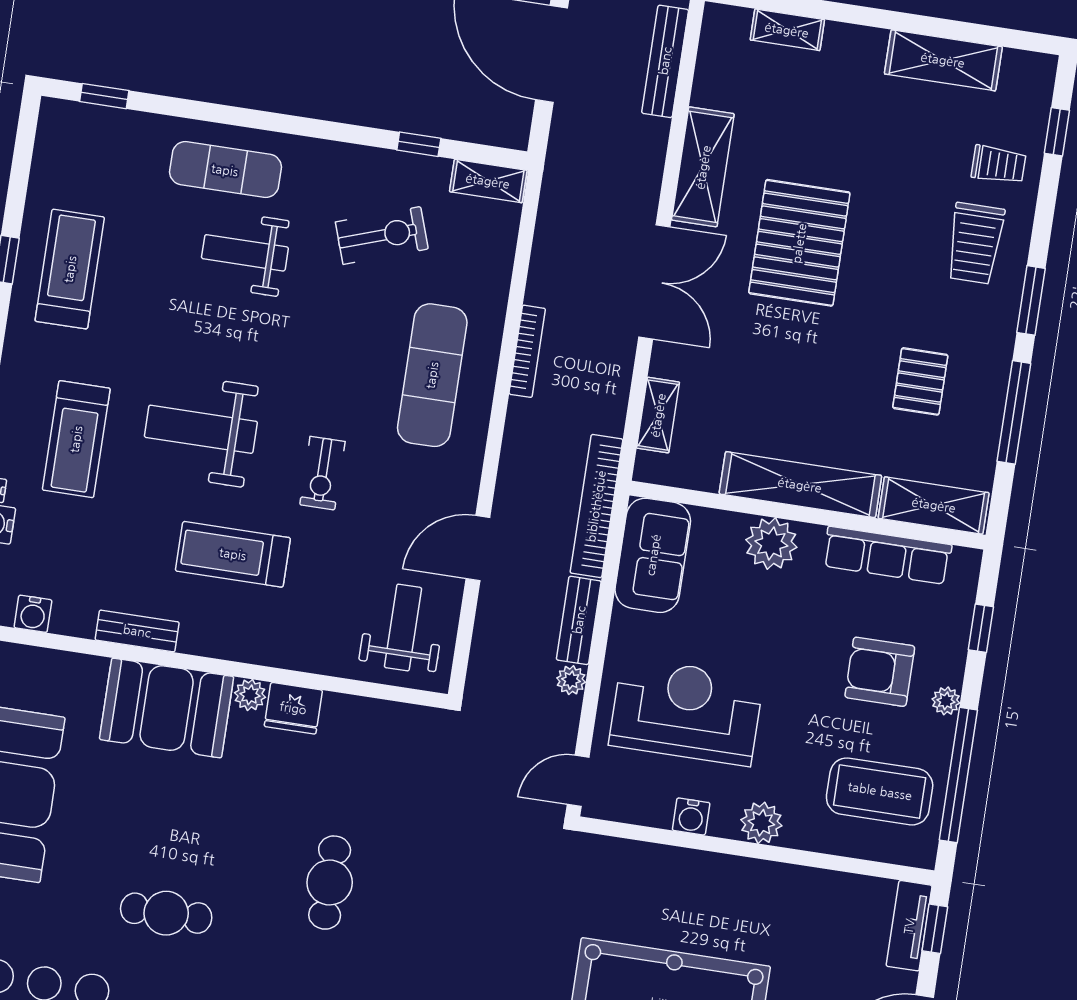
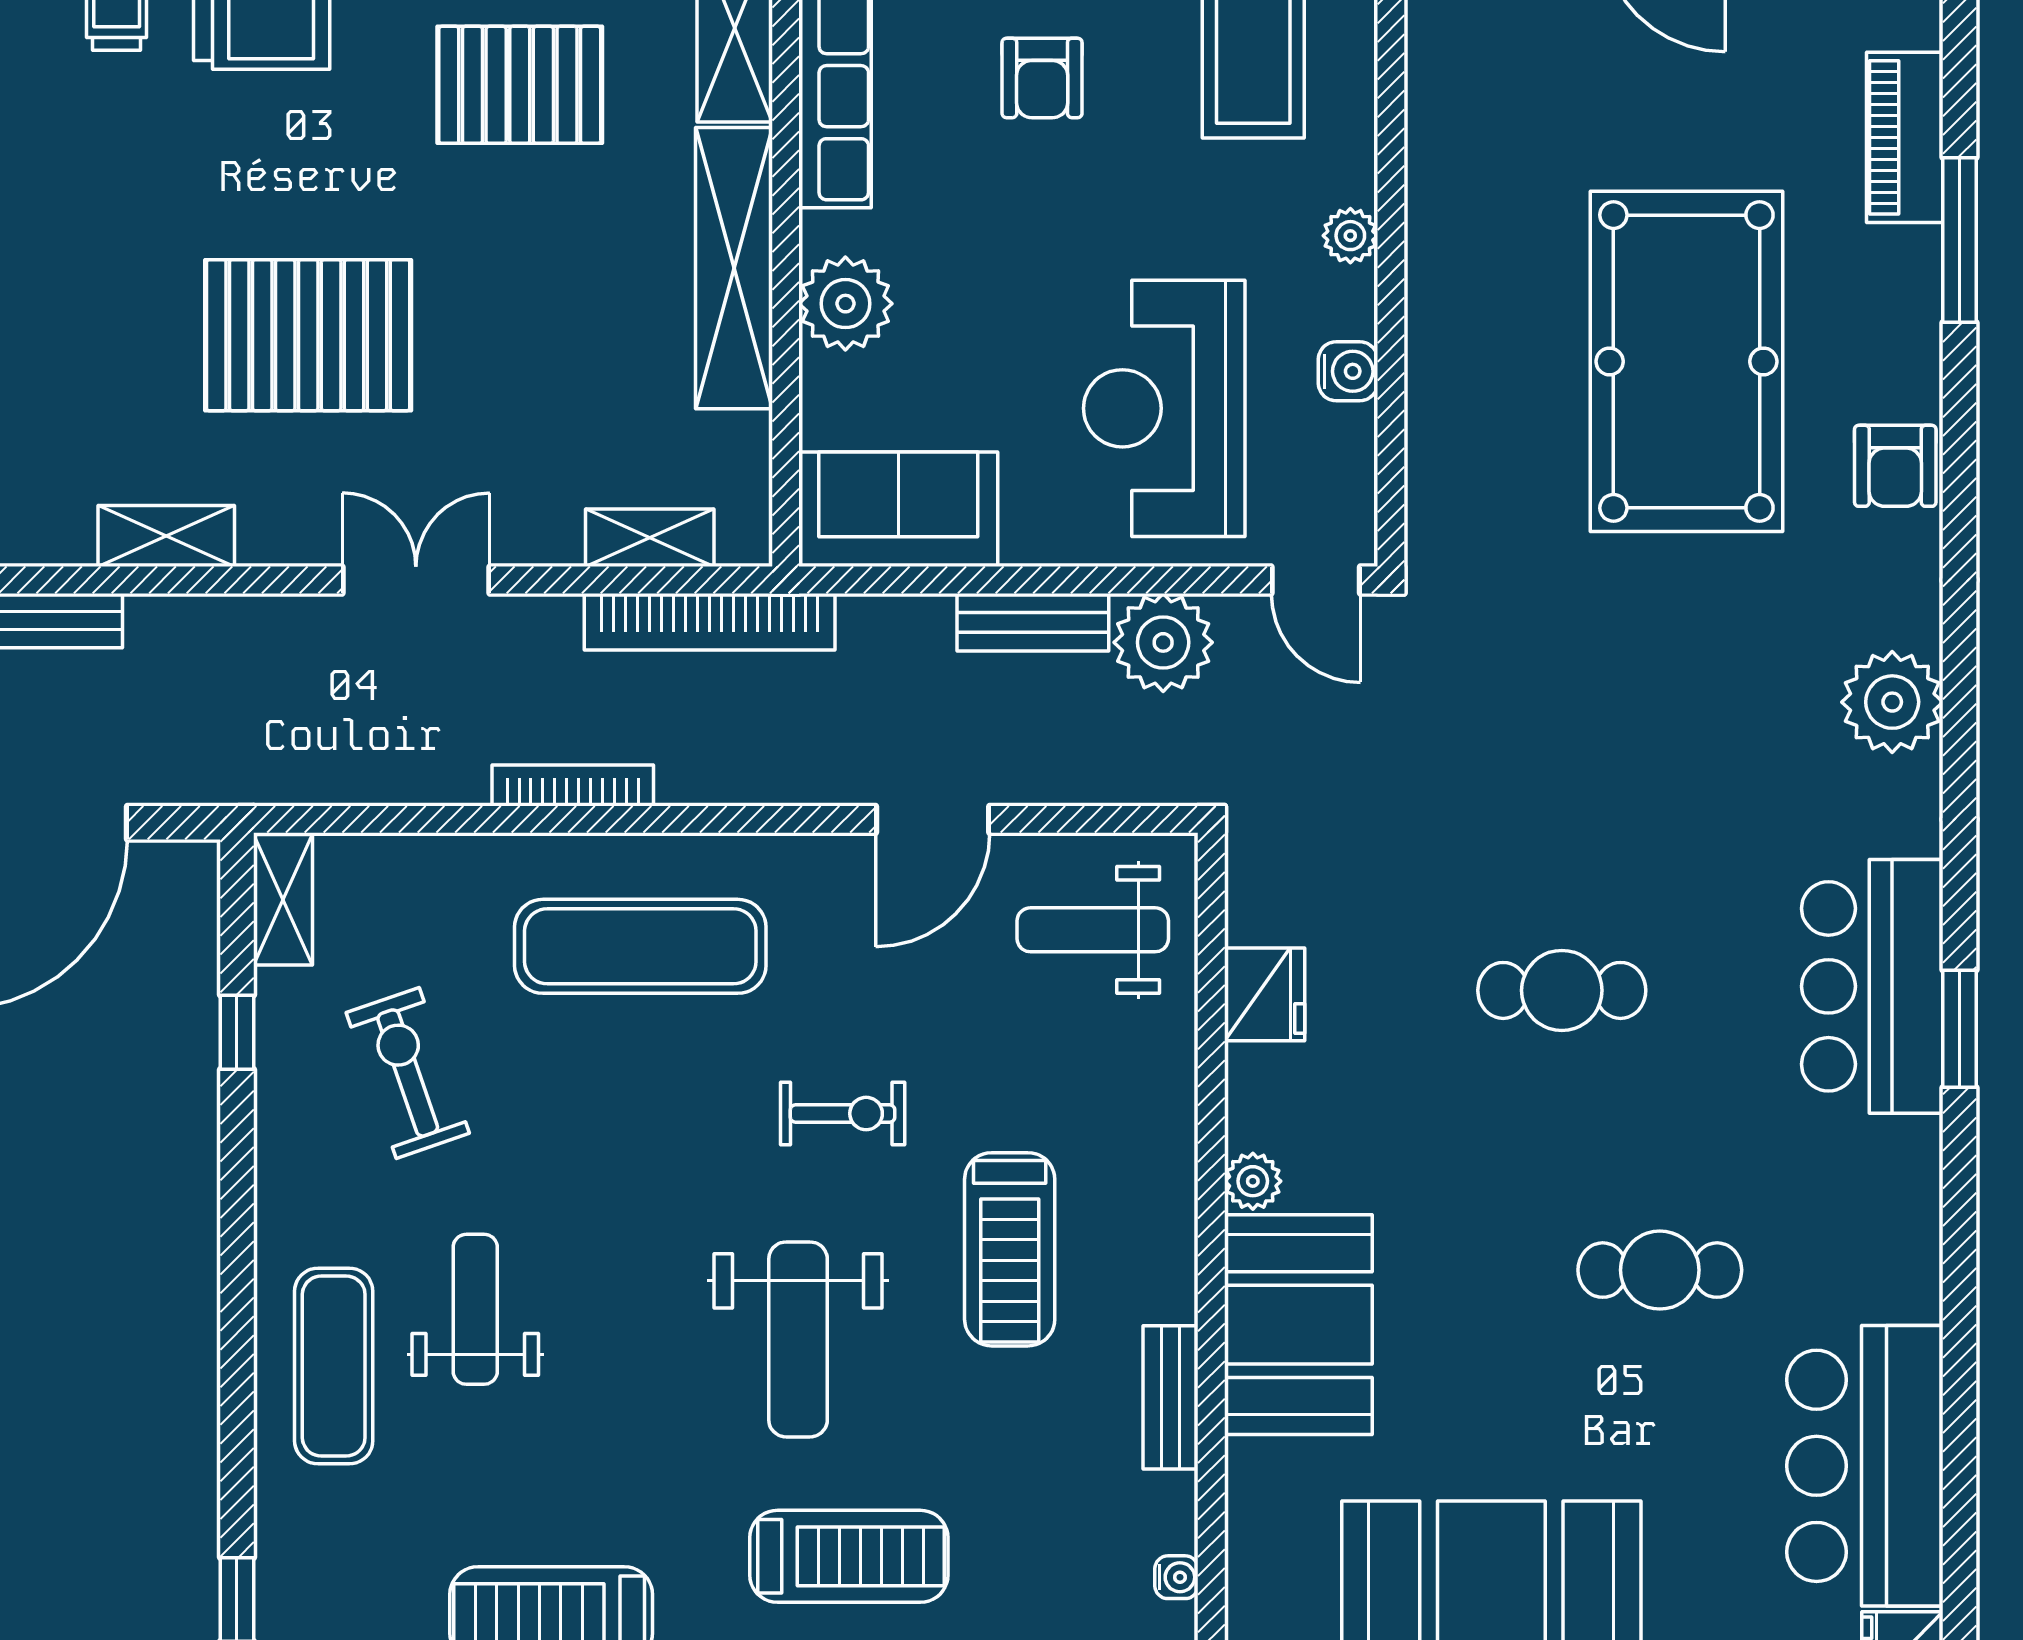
shelving: (703, 167) -> (166, 536), width x0.67, depth x0.75
weight bench: (245, 253) -> (475, 1309), turned 180
double door: (654, 282) -> (416, 580), width x0.73
pallet: (920, 381) -> (520, 85), width x1.50, depth x1.42
bookcase: (596, 506) -> (710, 622), moved
door: (478, 548) -> (933, 819), hinge flipped
water cooler: (33, 614) -> (1176, 1577), width x0.72, depth x0.72
armchair: (880, 672) -> (1042, 78), width x0.72, depth x0.72
plant: (571, 680) -> (1163, 642), width x1.88, depth x1.88
fridge: (293, 708) -> (1265, 994), moved
plant: (761, 823) -> (1350, 236), width x0.73, depth x0.73
cafe table: (166, 913) -> (1660, 1270), turned 90

